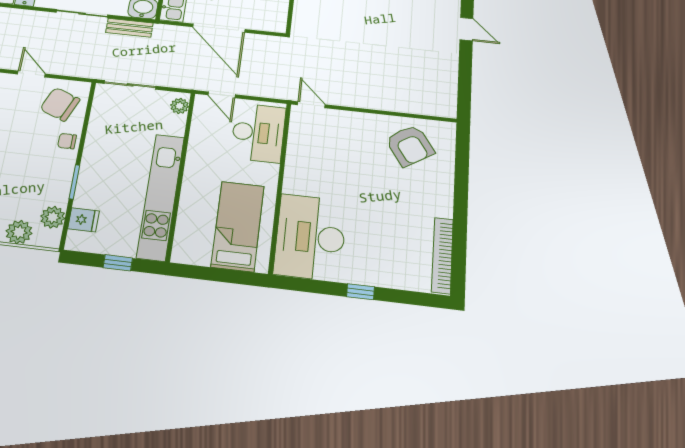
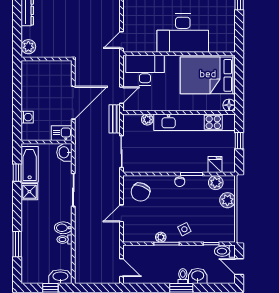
bench: (129, 28) -> (115, 119), moved
plant: (180, 106) -> (147, 120), moved
chair: (67, 141) -> (180, 182), moved
bed: (238, 226) -> (208, 75), width x1.50
desk: (310, 237) -> (183, 33), moved
floor lamp: (182, 254) -> (229, 105), added

